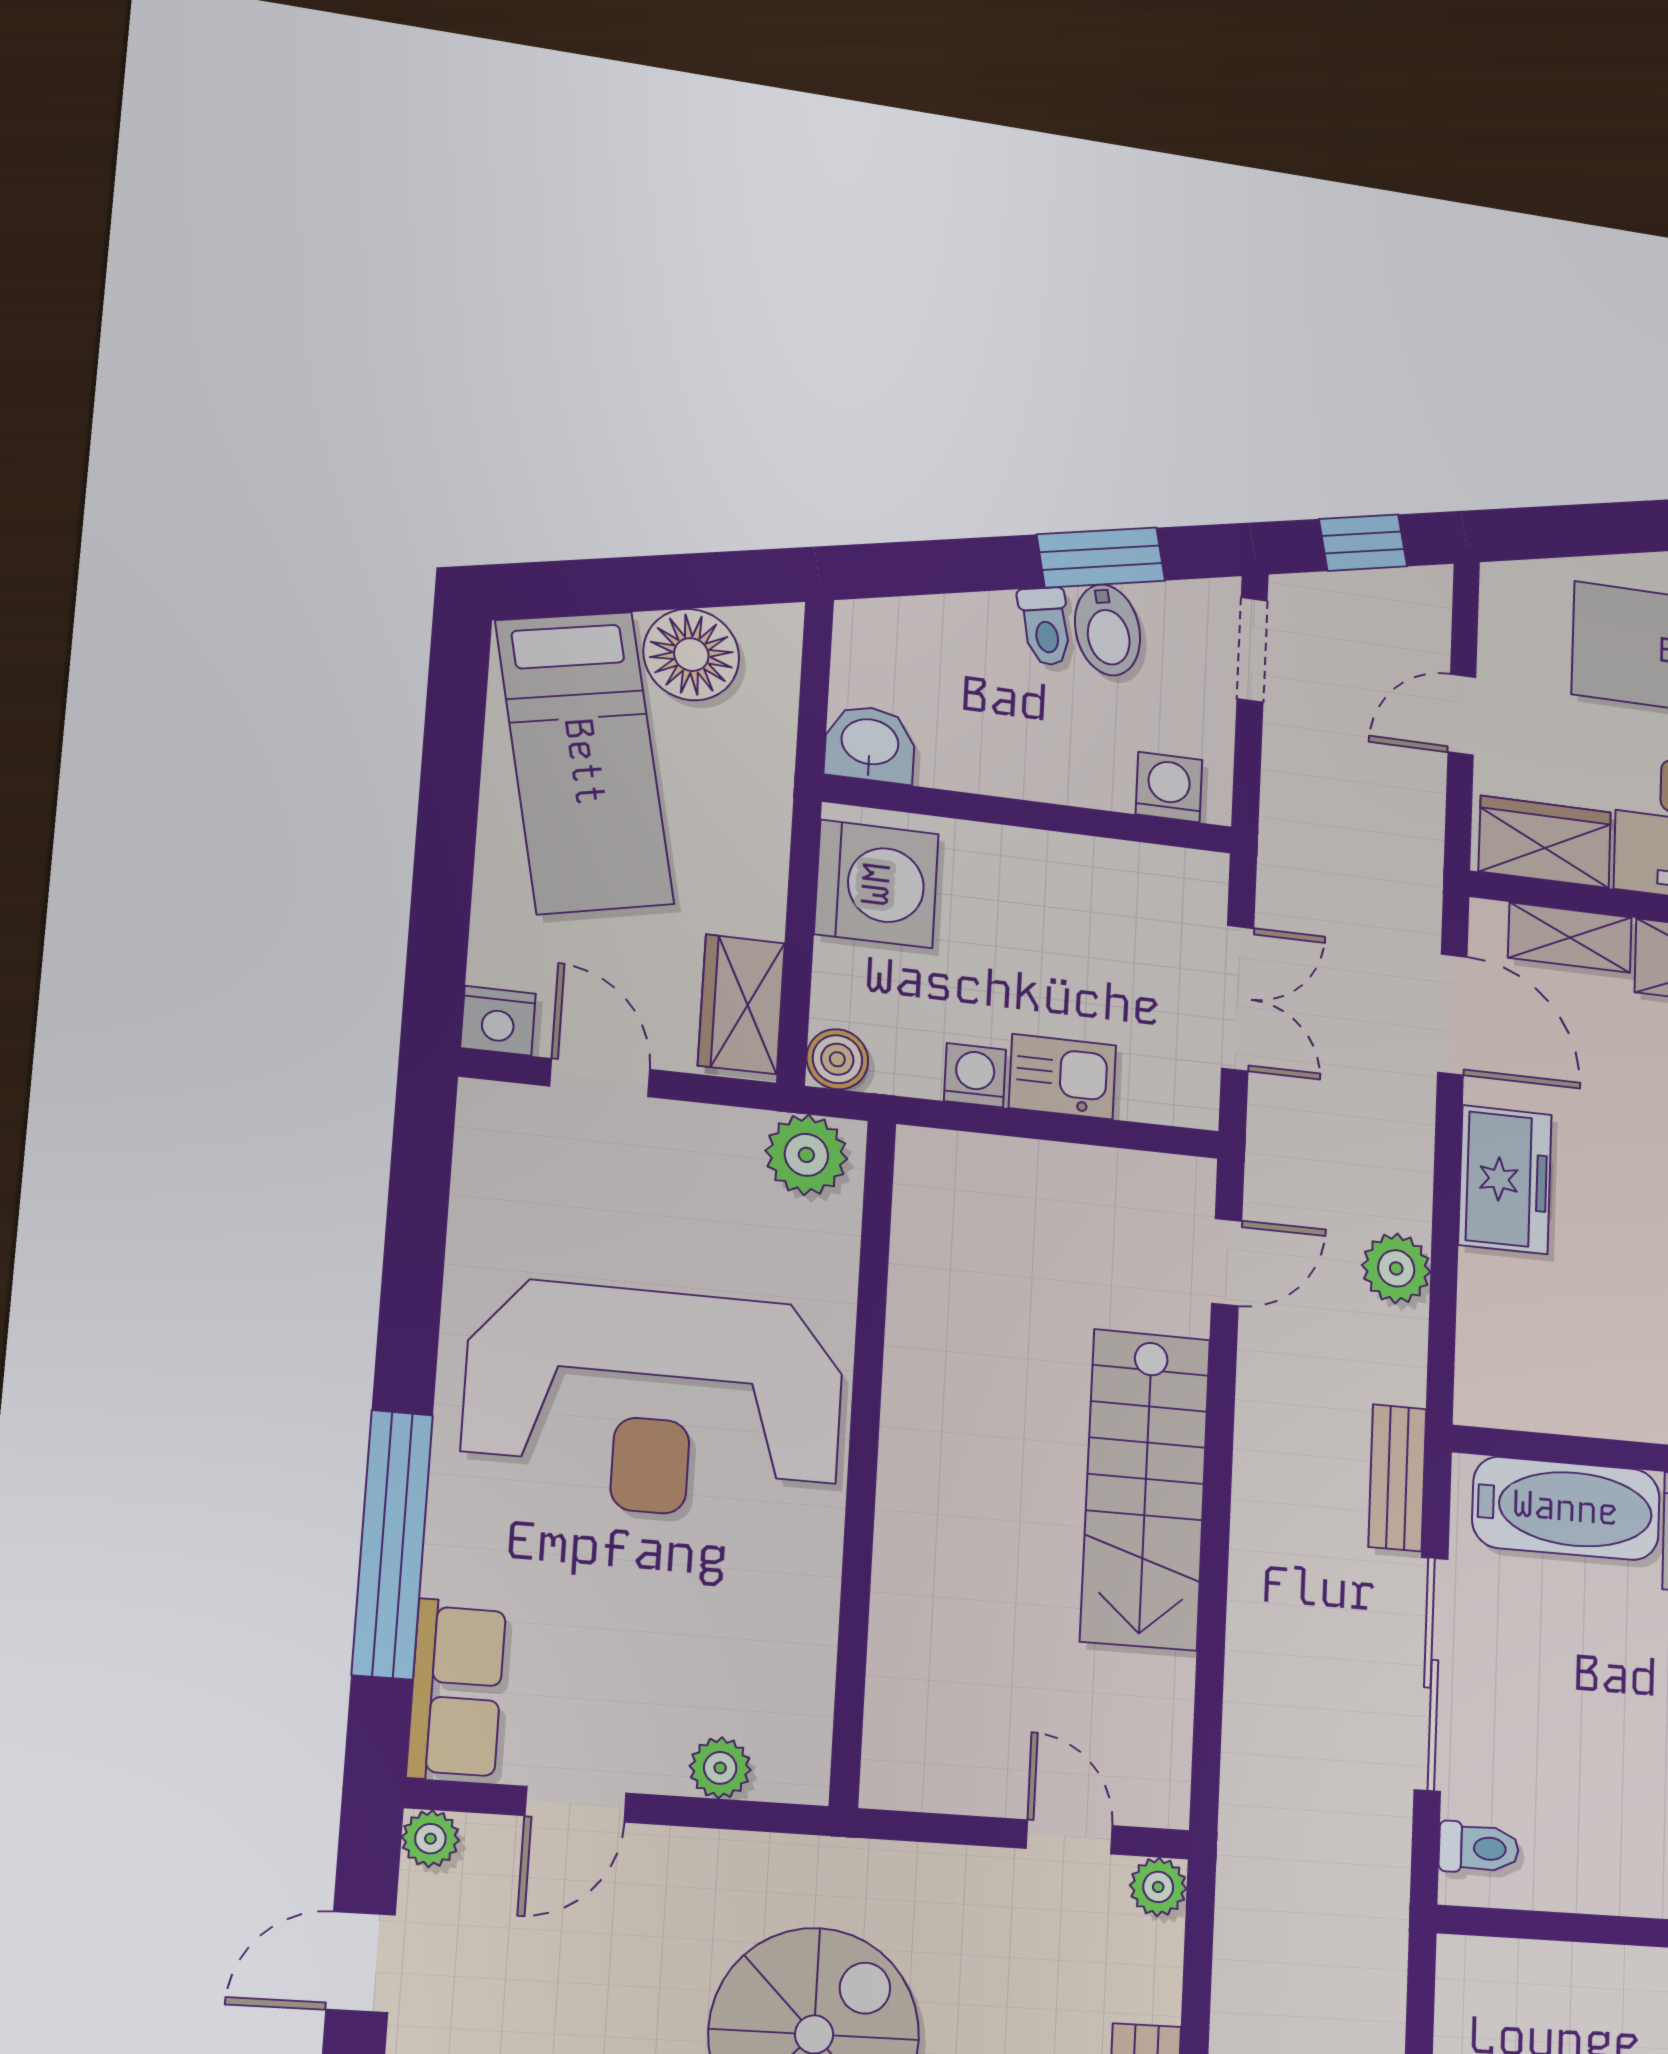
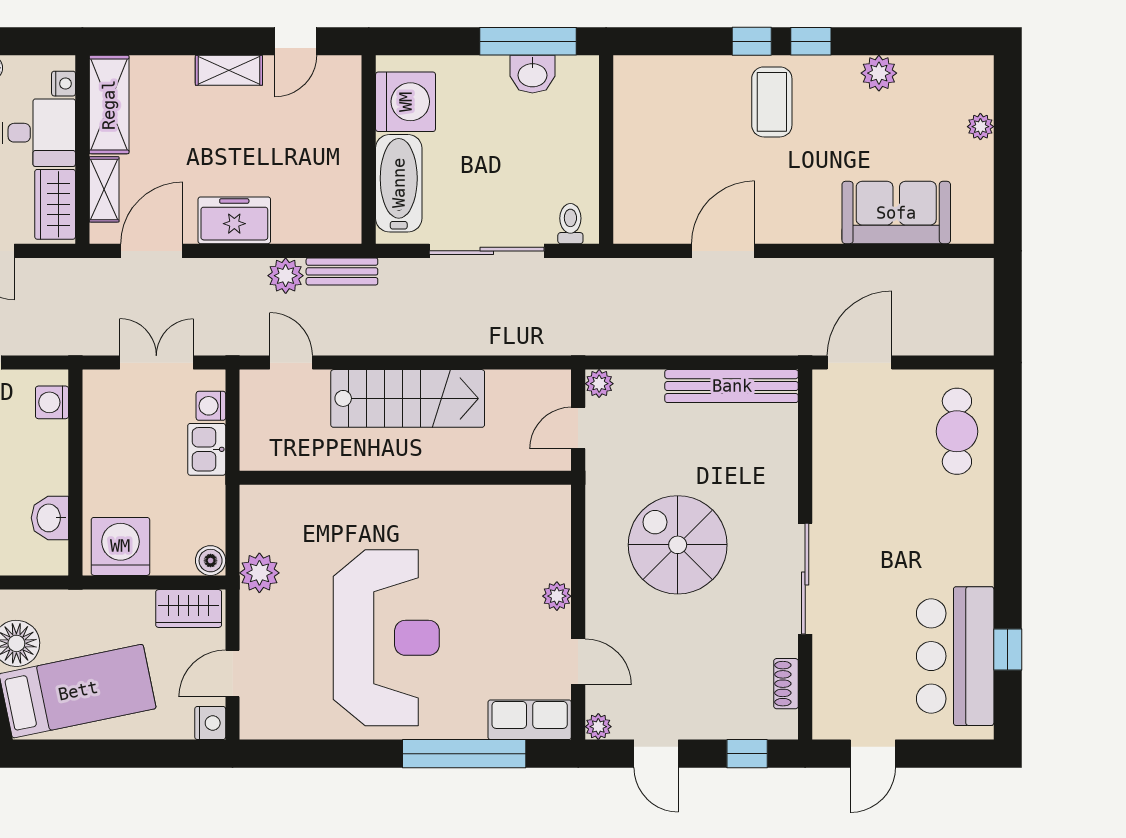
washbasin: (870, 744) -> (50, 518), moved
washing machine: (975, 1075) -> (211, 406), moved
wall: (863, 1460) -> (405, 478), moved
bench: (1397, 1478) -> (342, 271), moved

